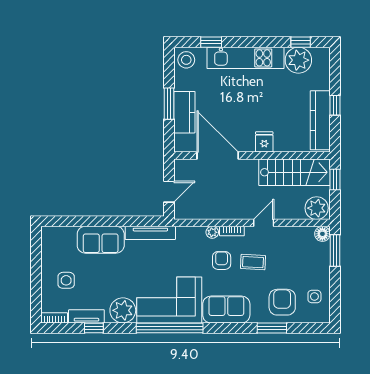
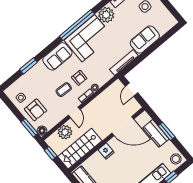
window: (335, 179) -> (51, 153), moved
plant: (317, 208) -> (65, 132), moved
armchair: (282, 302) -> (36, 110), moved

